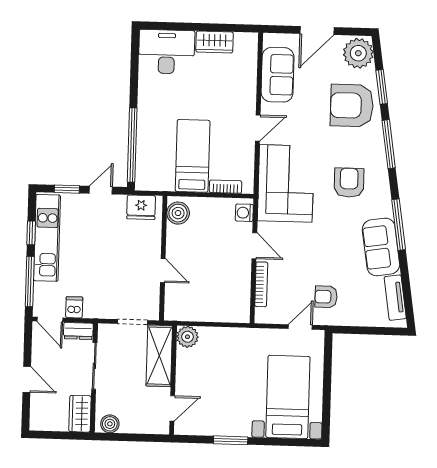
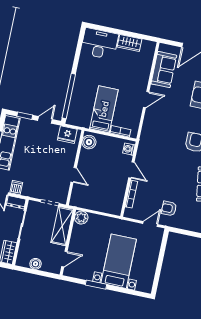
corner sofa: (286, 183) -> (157, 136), removed
bed with nightstands: (288, 397) -> (119, 261), moved
boiler: (110, 424) -> (36, 264), moved

